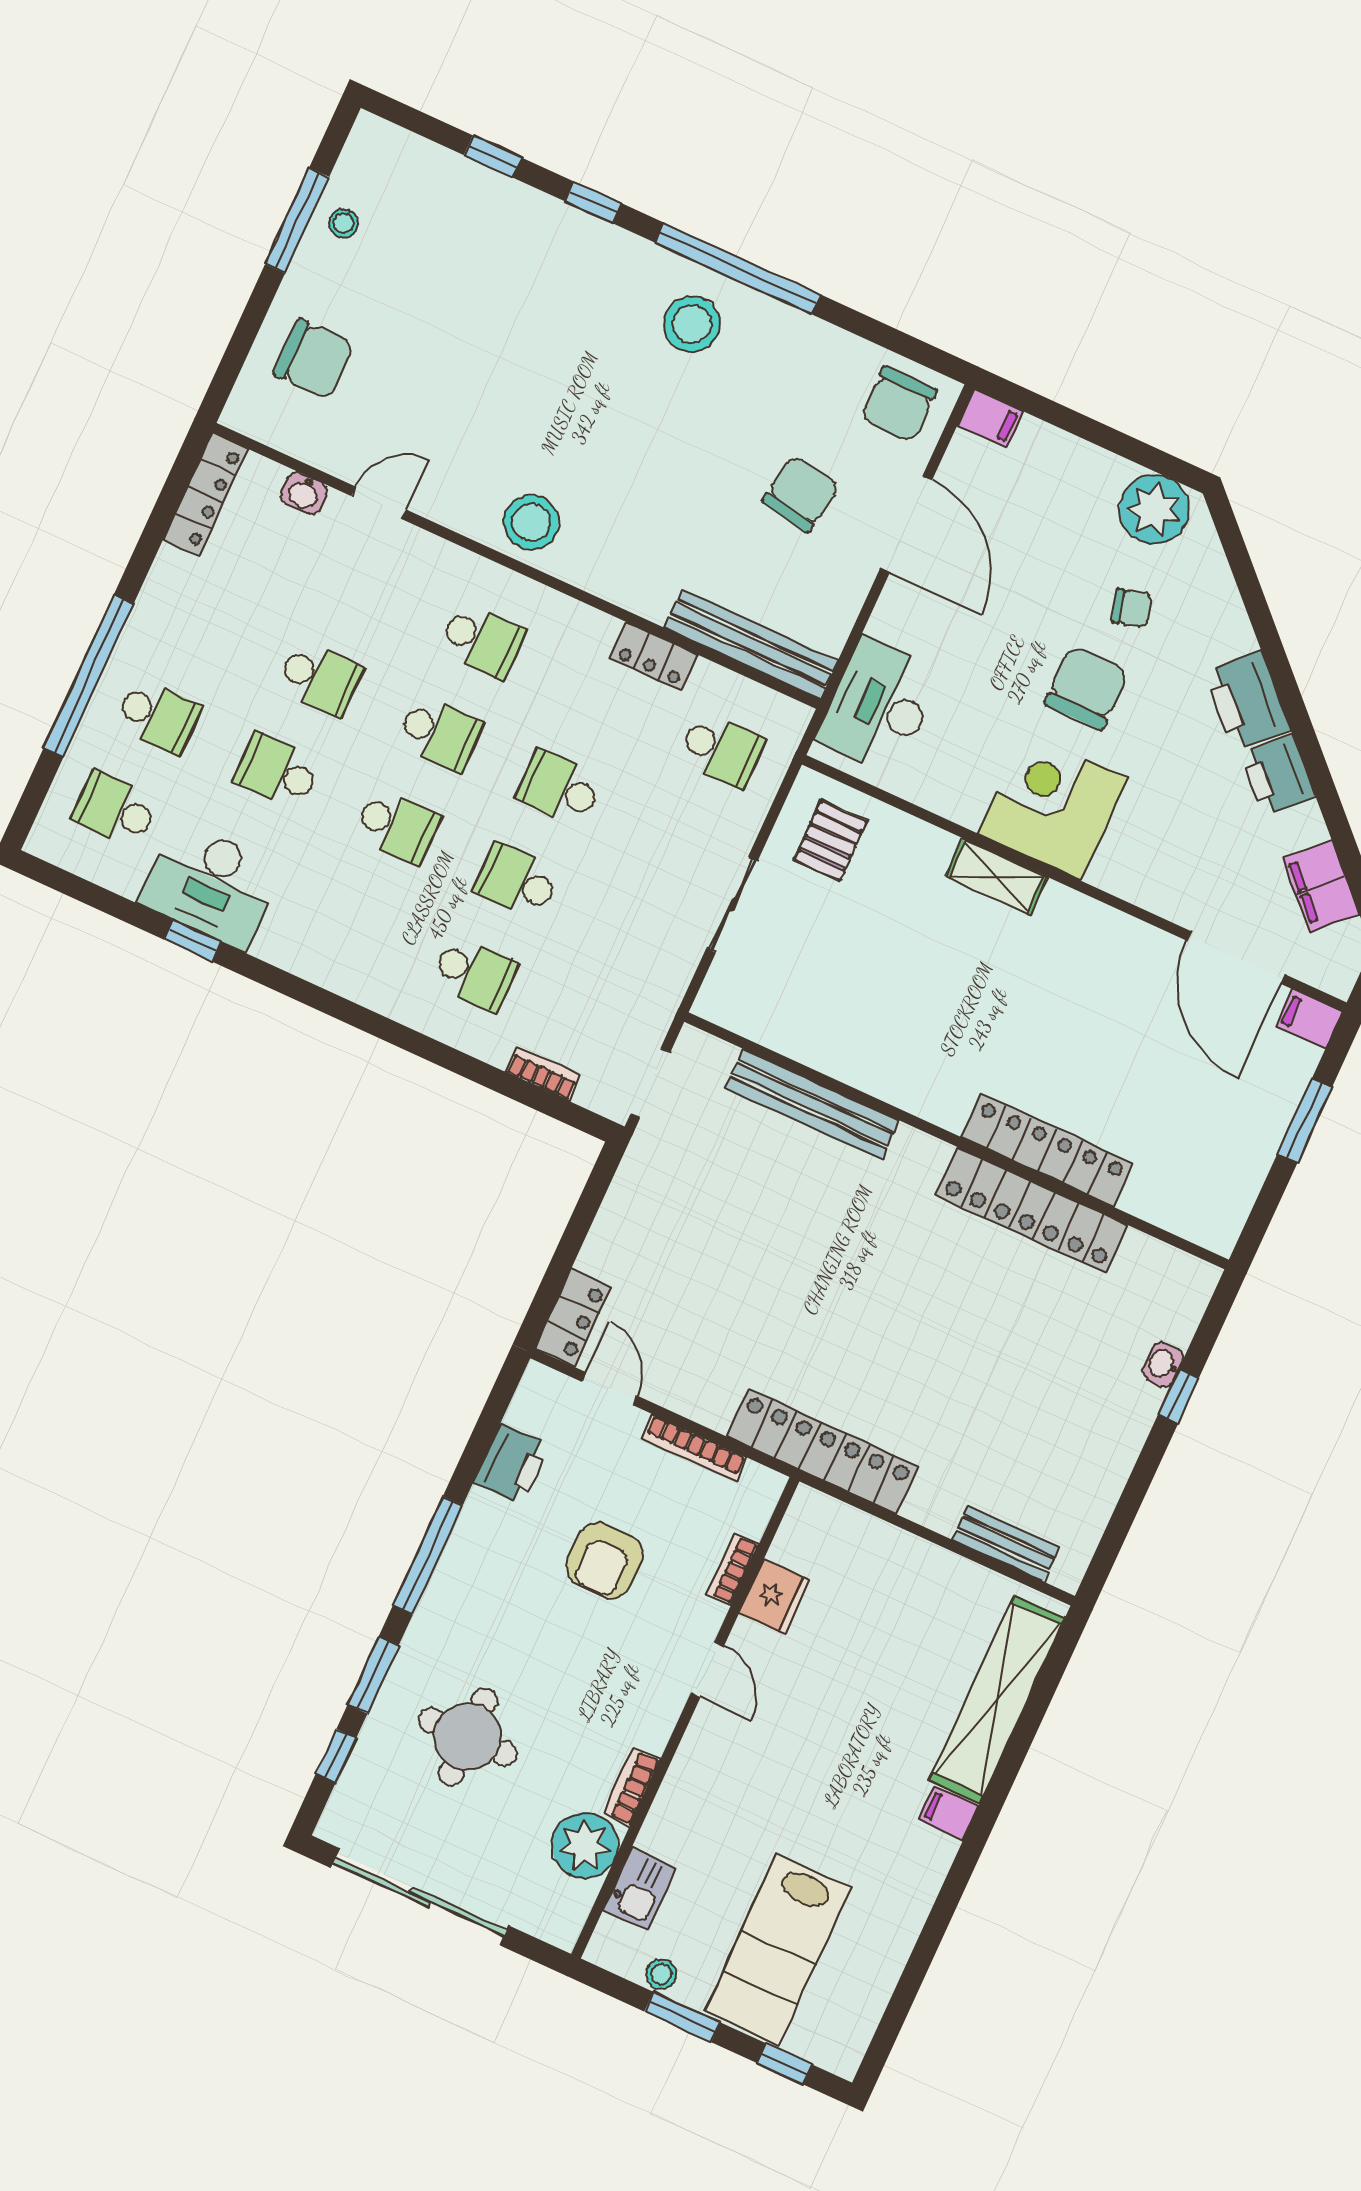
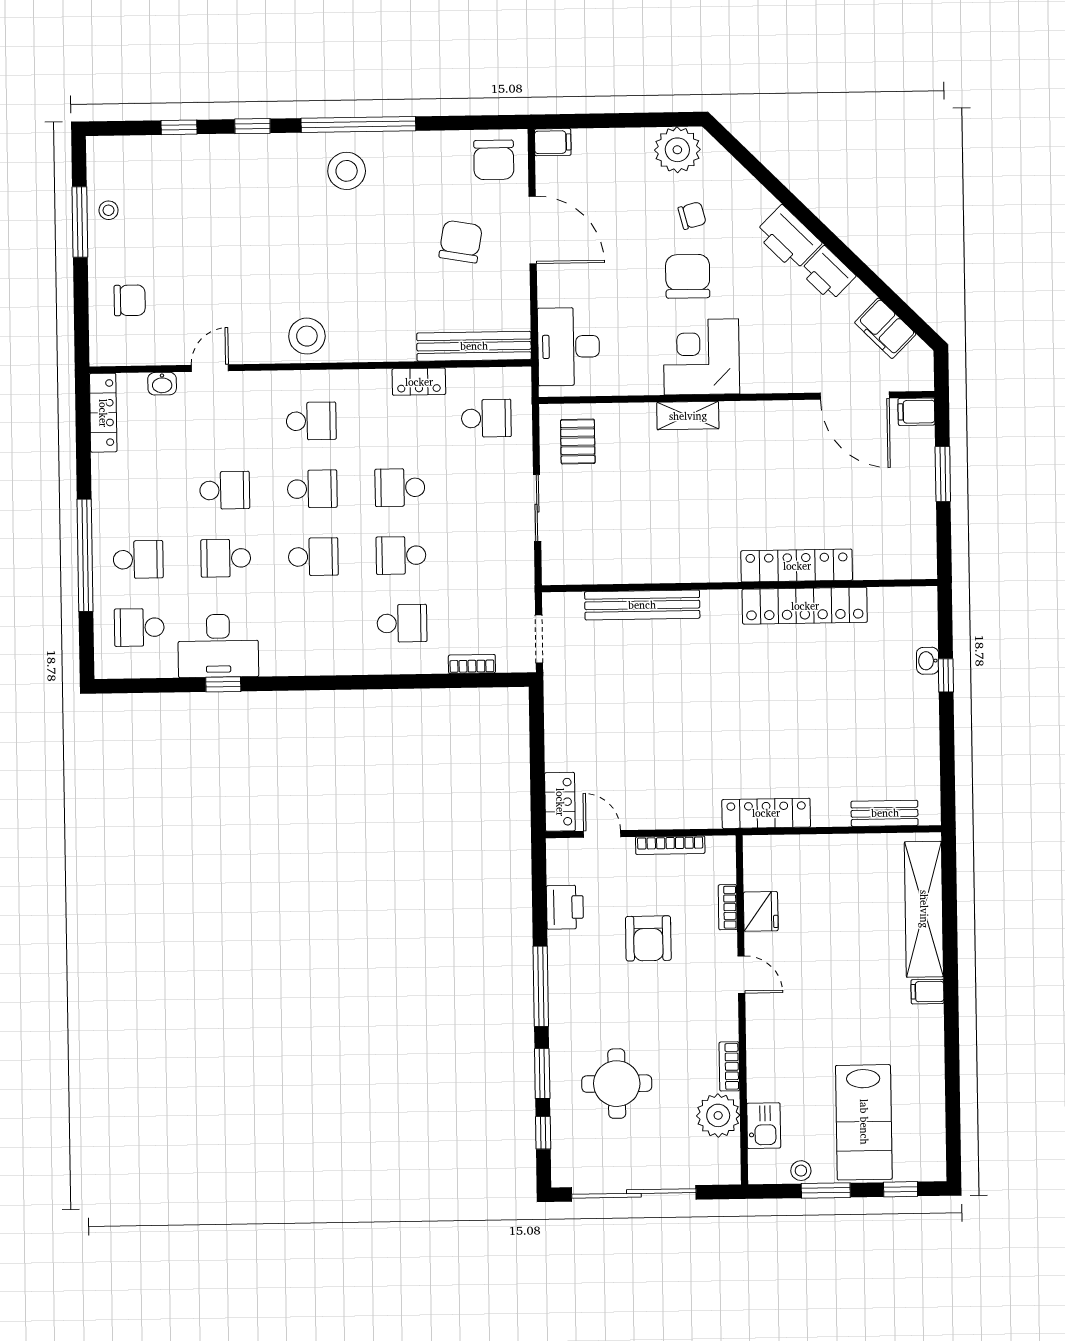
chair: (314, 359) -> (130, 300), width x0.73, depth x0.73
locker: (822, 1451) -> (766, 813), width x0.71, depth x0.83

